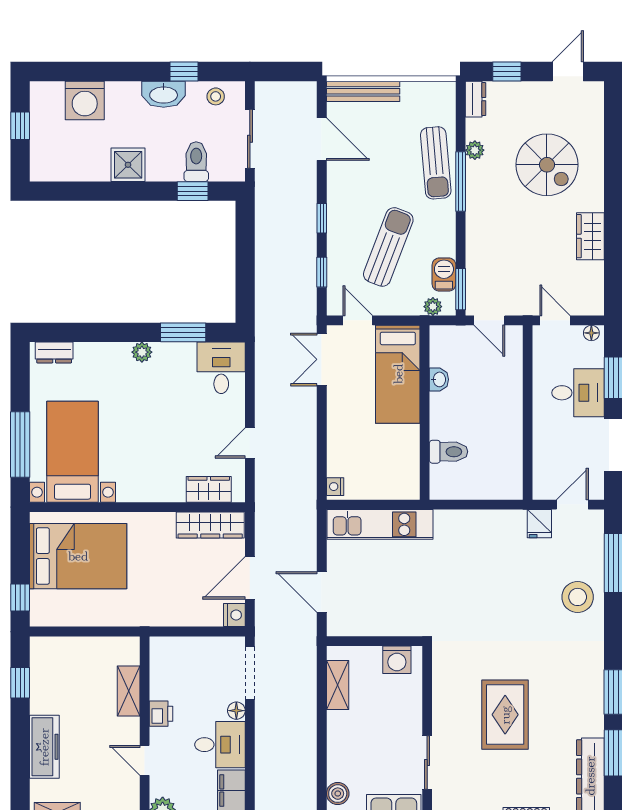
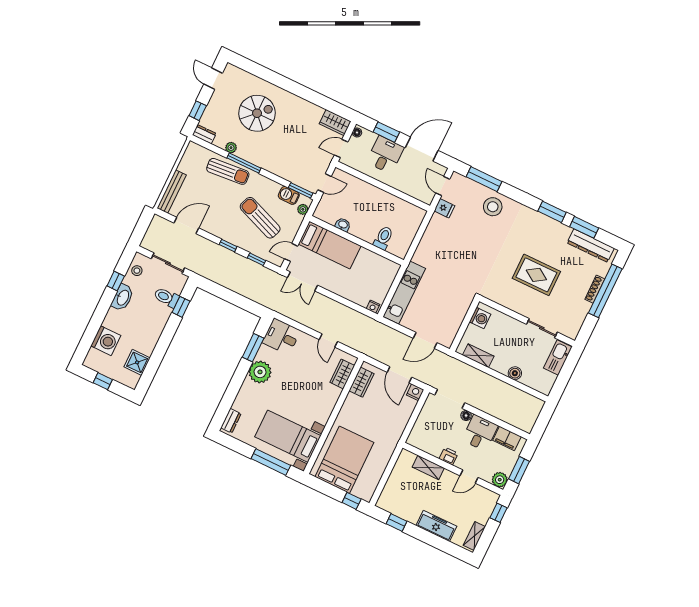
shower: (128, 165) -> (137, 362), moved
wardrobe: (590, 236) -> (335, 123), moved
plant: (142, 352) -> (260, 372), width x1.87, depth x1.87
wardrobe: (210, 525) -> (361, 382), width x0.67
boiler: (338, 794) -> (515, 373), moved

